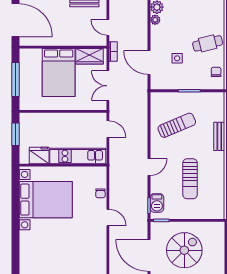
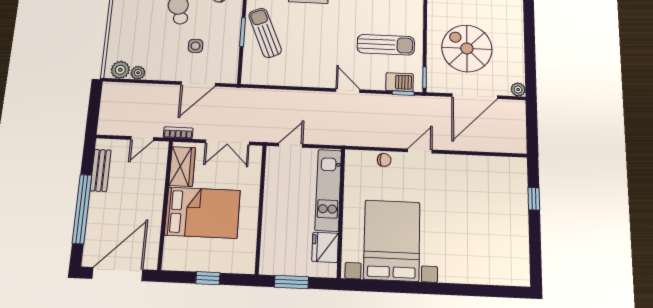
window: (15, 79) -> (208, 278), width x0.46
sun lounger: (177, 125) -> (265, 33), moved
sun lounger: (190, 179) -> (386, 45), moved

